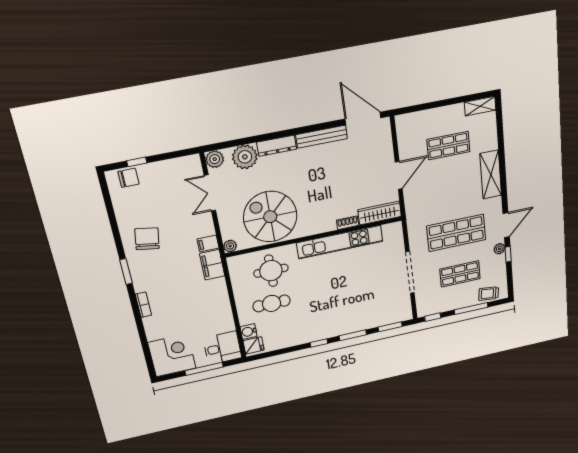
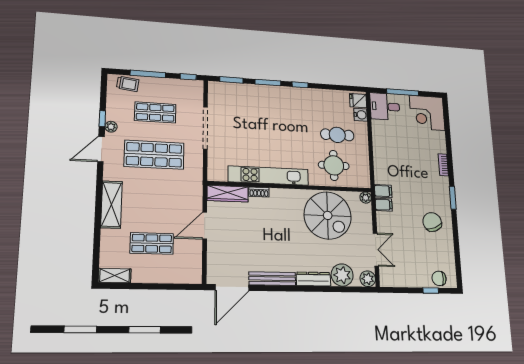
door: (363, 118) -> (232, 288), hinge flipped
chair: (147, 239) -> (432, 222), turned 149
filing cabinet: (212, 265) -> (383, 191), width x0.50

